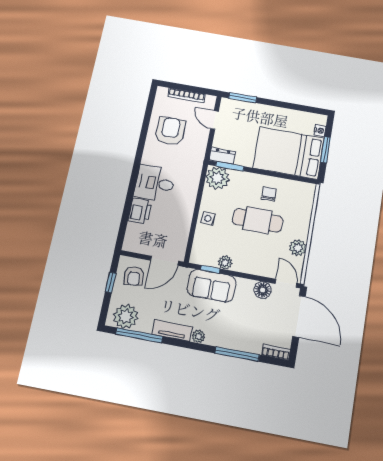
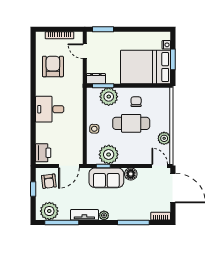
plant: (218, 178) -> (109, 97), moved
printer: (140, 211) -> (43, 153), moved
plant: (225, 262) -> (109, 155), width x1.88, depth x1.88
floor lamp: (263, 290) -> (131, 174), moved

